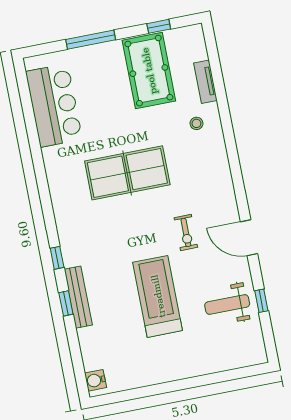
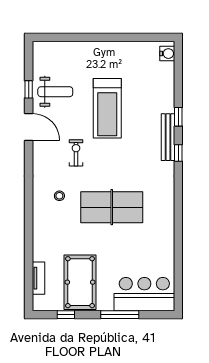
tv unit: (205, 82) -> (38, 278), moved
bar counter: (54, 105) -> (144, 294), moved, turned 90
stool: (196, 123) -> (59, 196), moved
door: (249, 238) -> (29, 127), moved
bench: (78, 297) -> (168, 137), moved

